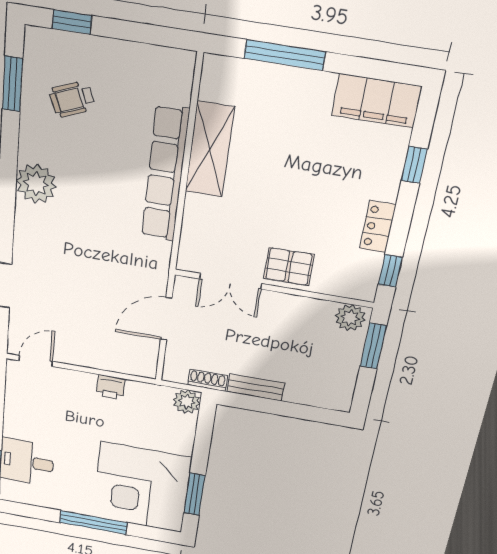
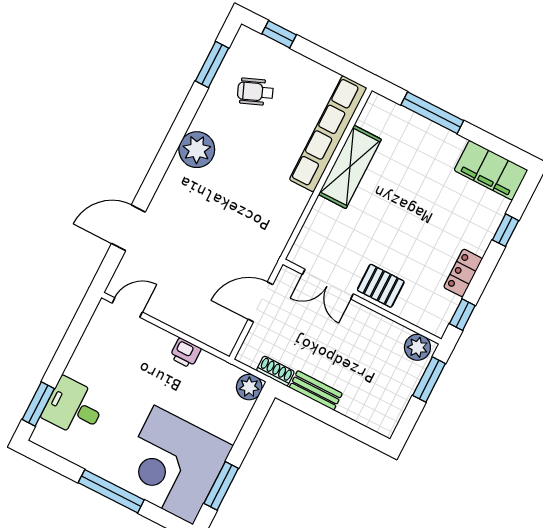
row of seats: (165, 174) -> (328, 134), moved

